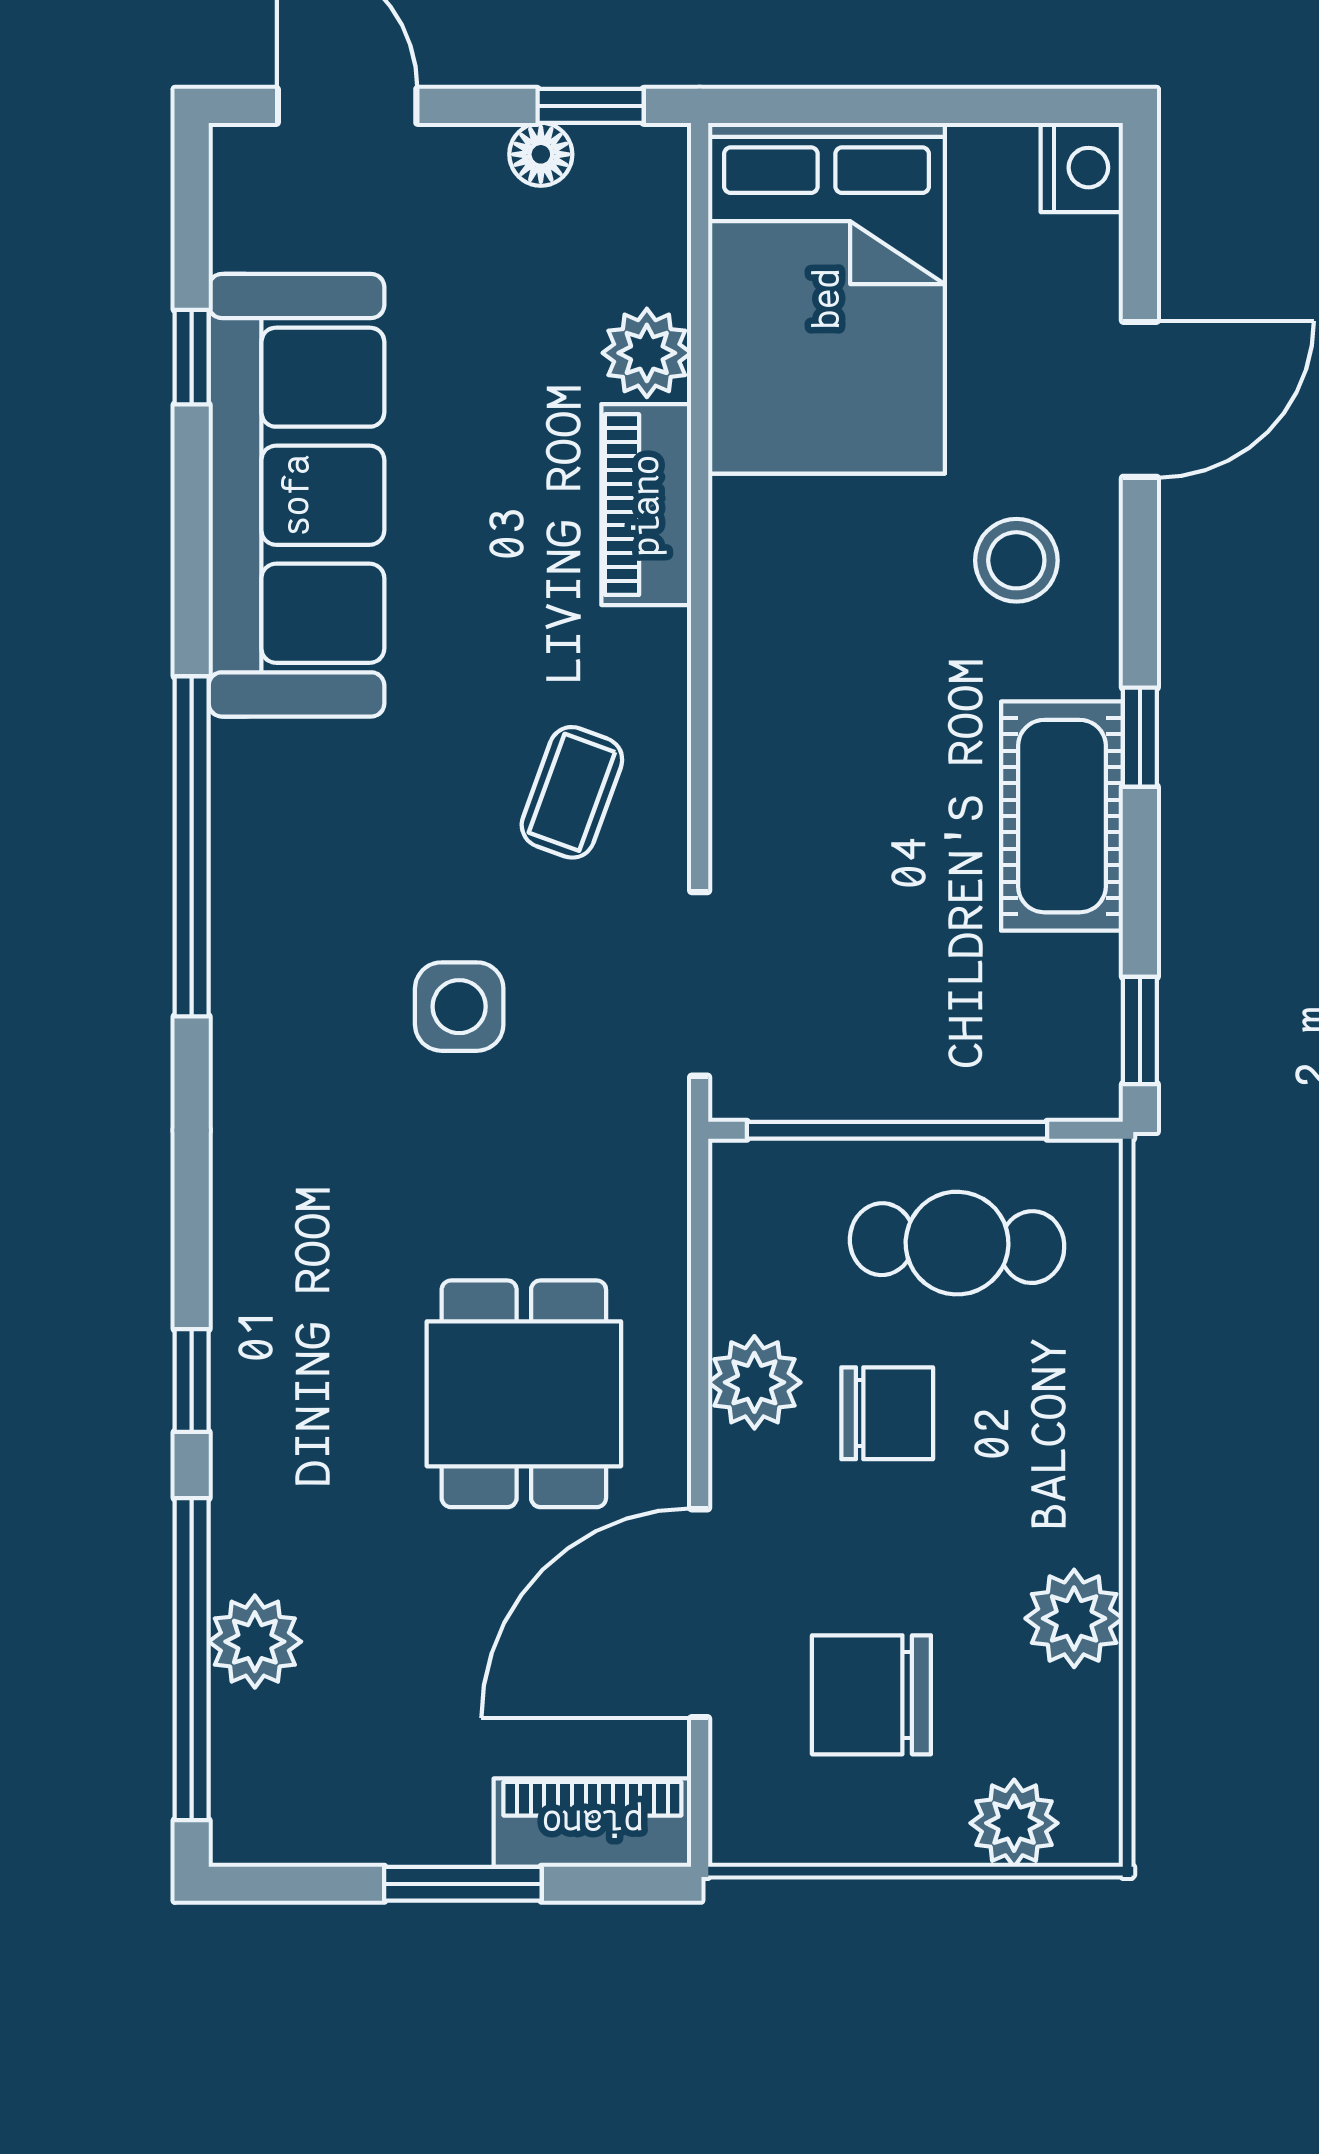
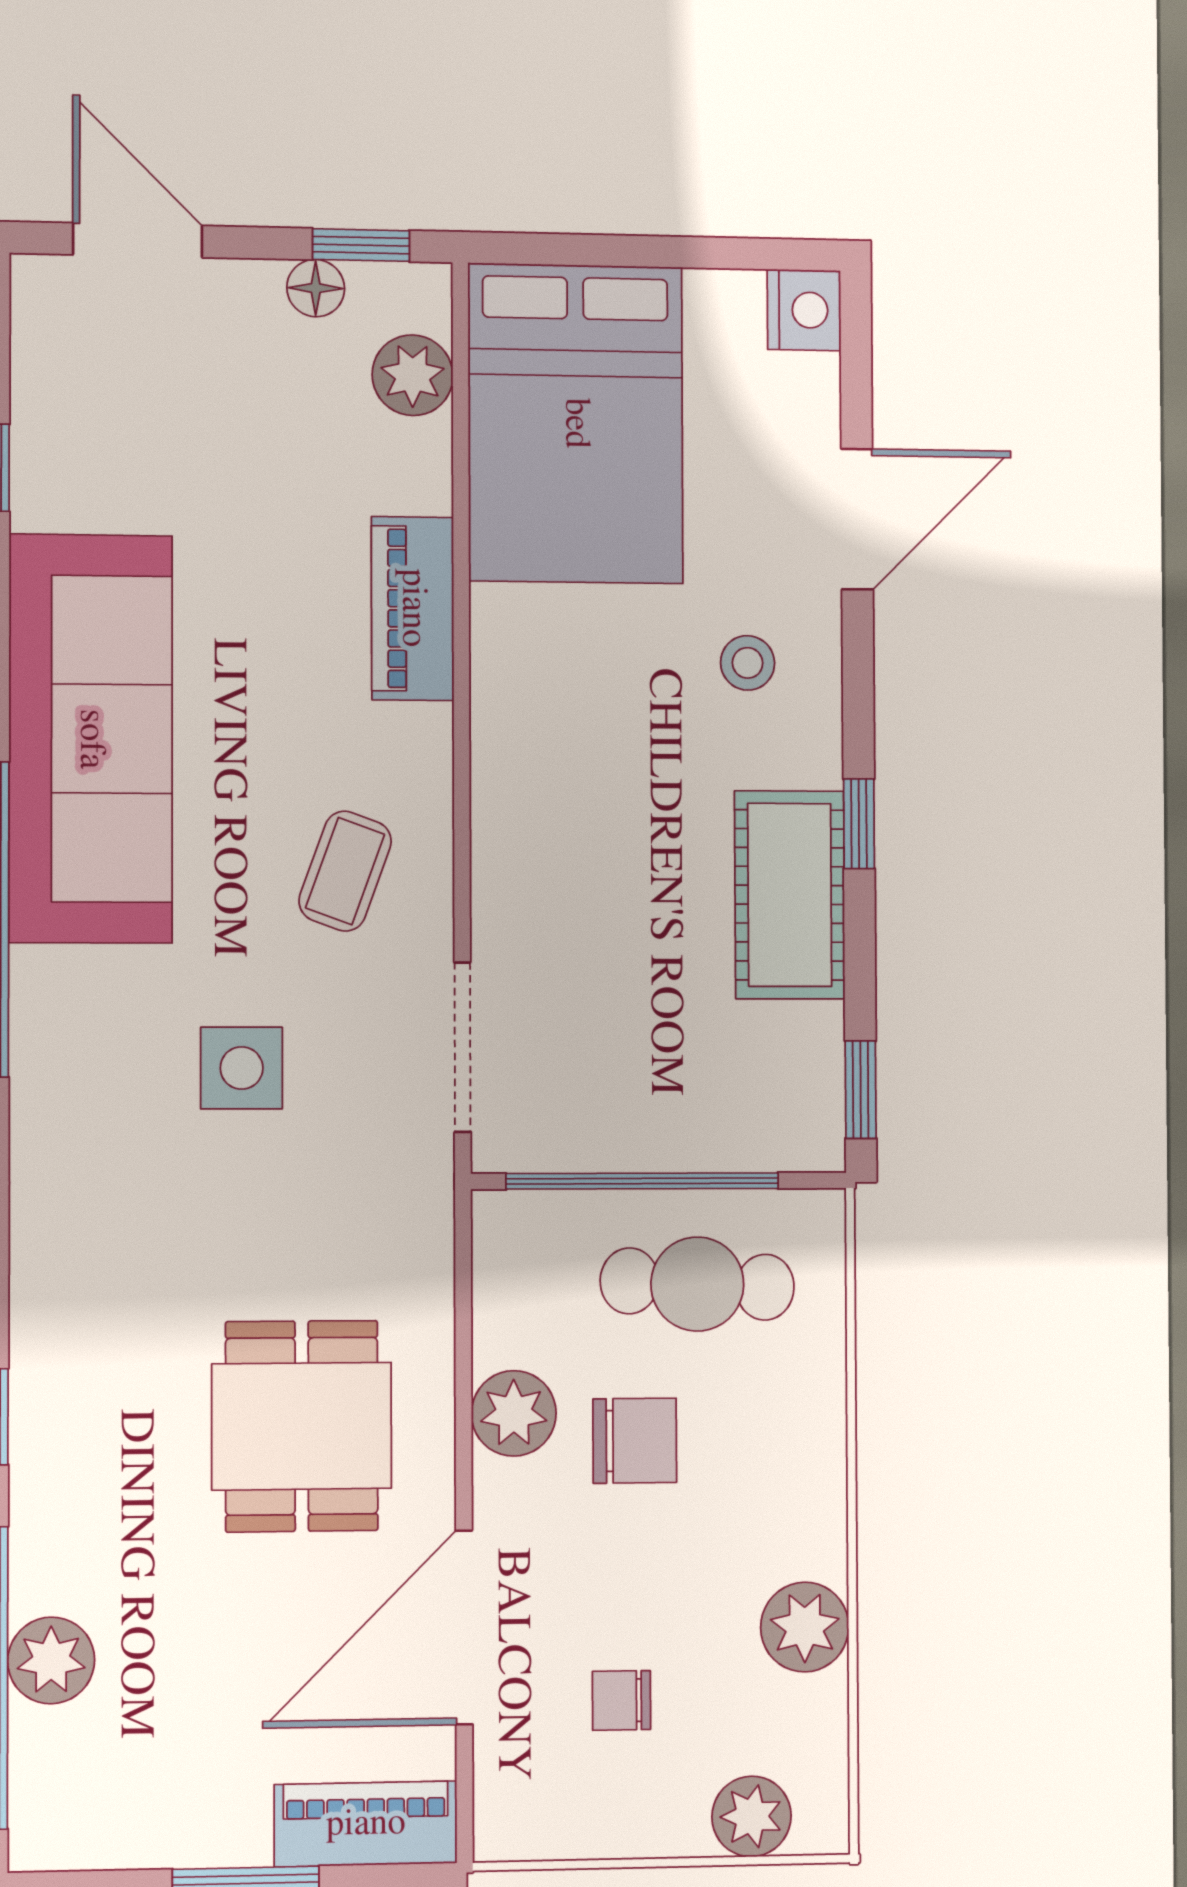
plant: (647, 353) -> (413, 375), moved
sofa: (296, 495) -> (91, 739), moved
stool: (1016, 560) -> (748, 663), width x0.73, depth x0.73
chair: (871, 1695) -> (621, 1700), width x0.54, depth x0.54

